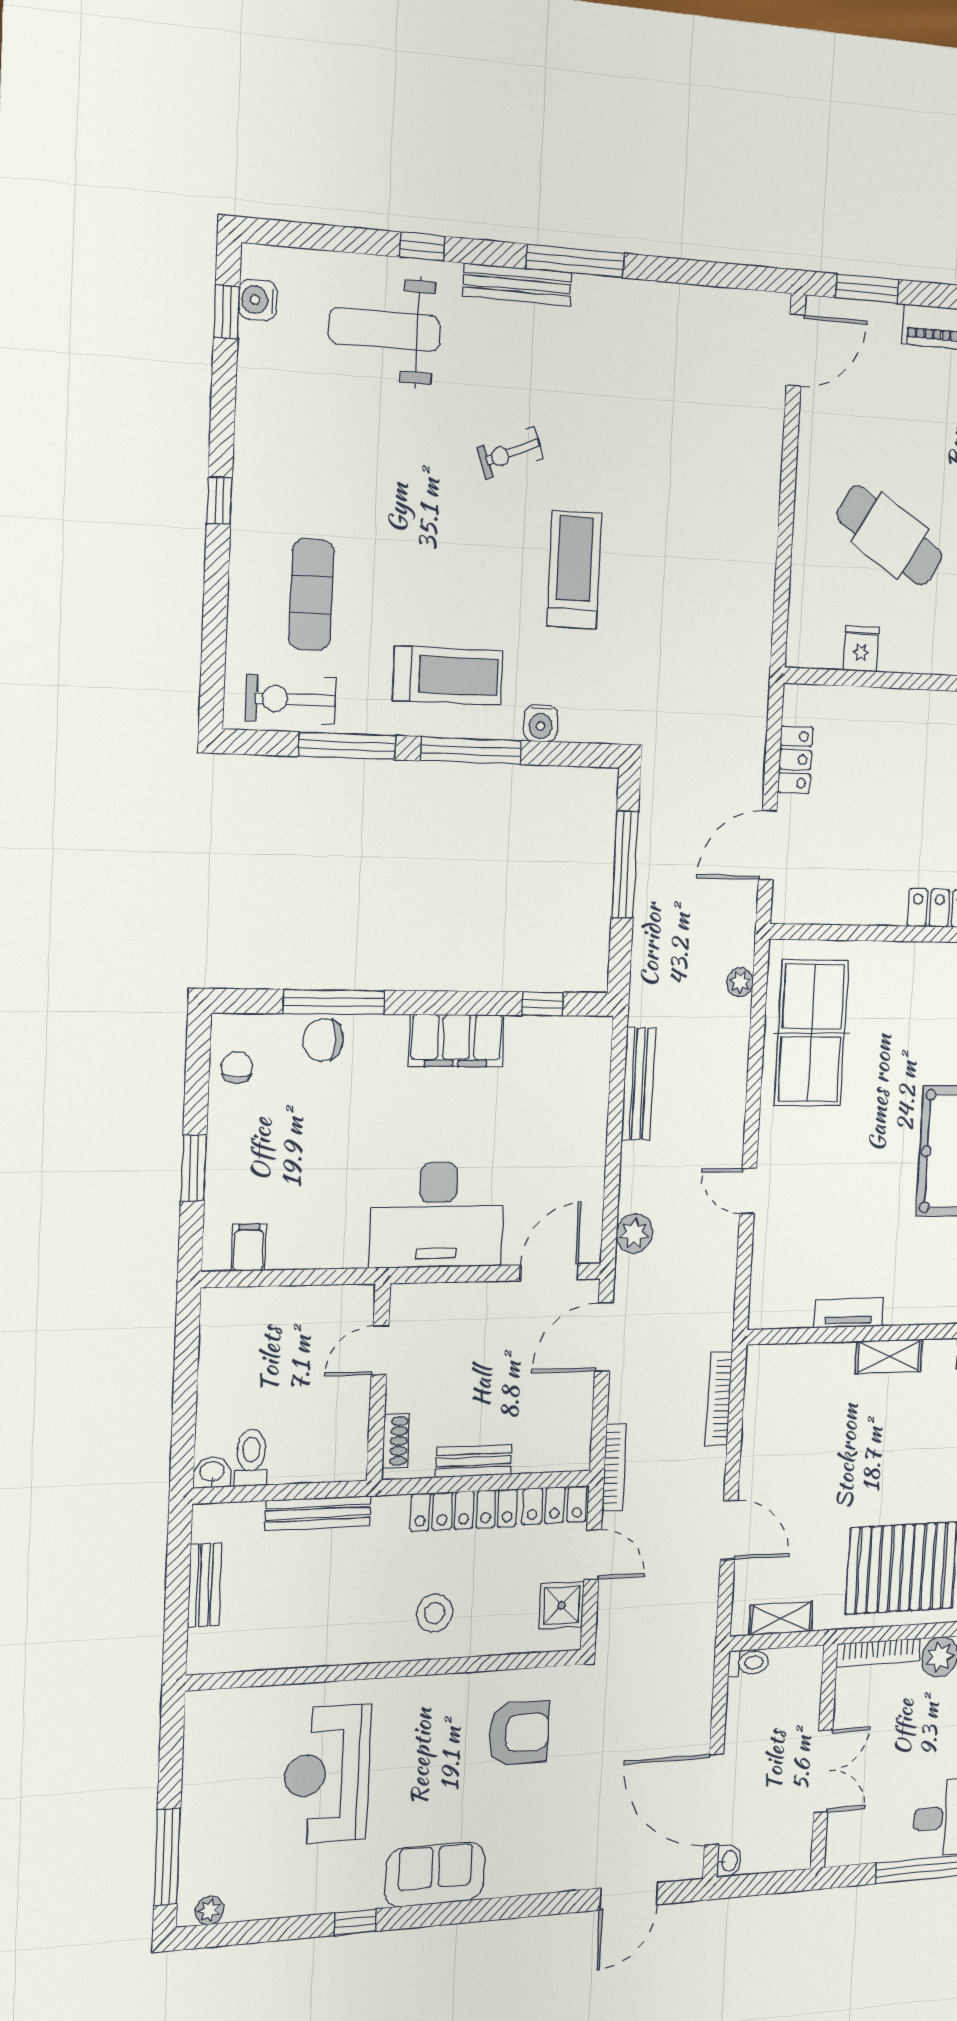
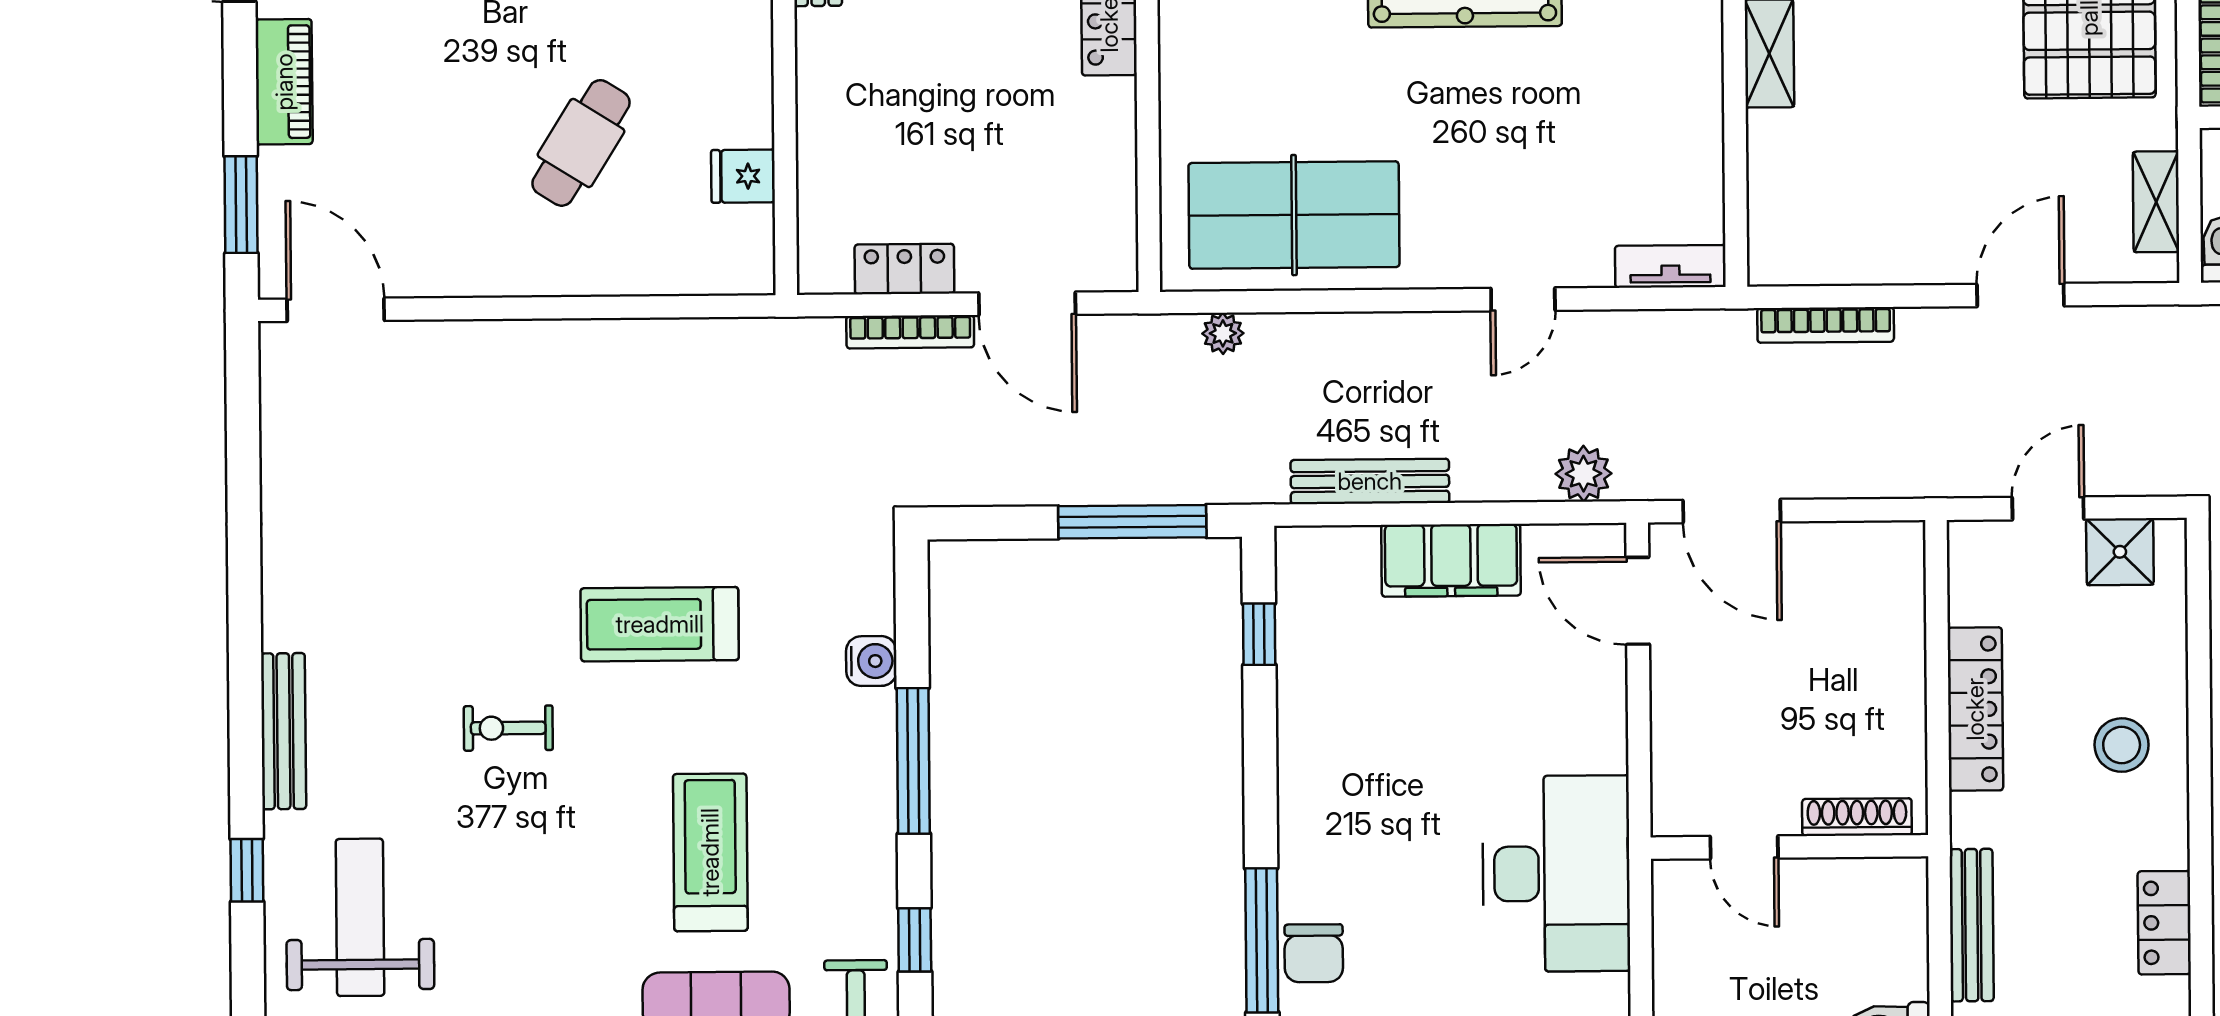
window: (576, 261) -> (245, 648), removed
weight bench: (385, 330) -> (360, 917), turned 180
exercise bike: (510, 453) -> (508, 728), turned 112
cafe table: (890, 536) -> (581, 143), width x0.73, depth x0.74
treadmill: (448, 675) -> (710, 852), moved
window: (347, 746) -> (915, 940), width x0.46
window: (625, 864) -> (1132, 522), moved
filing cabinet: (456, 1041) -> (1451, 560), moved, turned 90
desk: (437, 1215) -> (1556, 874), moved
tv unit: (849, 1313) -> (1670, 266), moved, turned 90
shoe rack: (396, 1441) -> (1857, 817), width x1.43
bench: (474, 1461) -> (1905, 699), removed
bookcase: (615, 1468) -> (910, 332), moved, turned 180
locker: (555, 1505) -> (2164, 923), moved, turned 180

